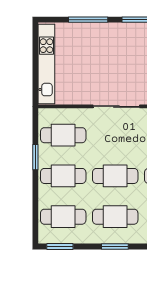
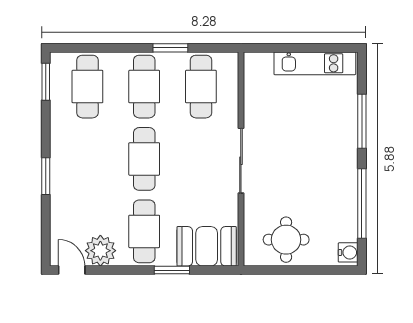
kitchen unit: (46, 64) -> (315, 63), width x0.73
cafe table: (115, 217) -> (87, 159), removed
window: (115, 247) -> (46, 176), moved

